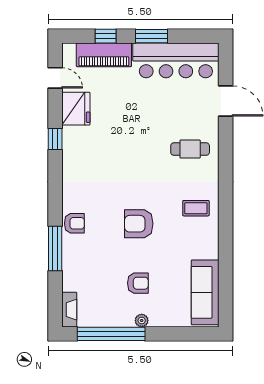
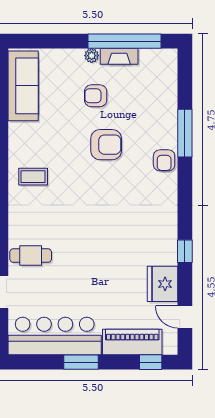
window: (106, 36) -> (151, 362), moved
cafe table: (190, 149) -> (31, 256), moved
armchair: (74, 223) -> (164, 160), turned -90
armchair: (139, 224) -> (106, 145), moved
fireplace: (69, 310) -> (119, 56), moved, turned -90

